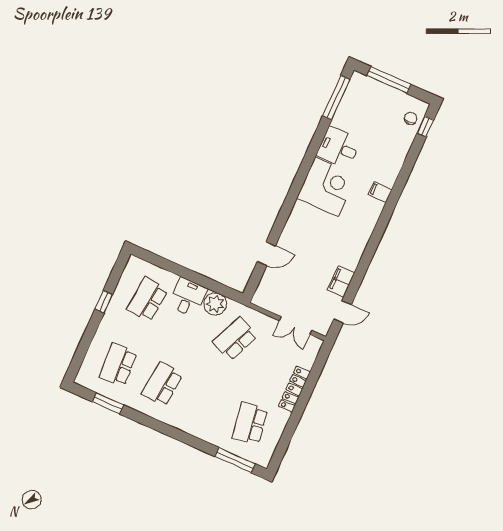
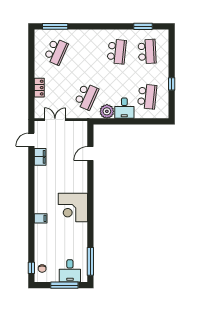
desk: (339, 148) -> (70, 271), moved, turned 90
locker: (294, 389) -> (39, 88), width x0.66
school desk: (250, 423) -> (56, 51), turned 33

